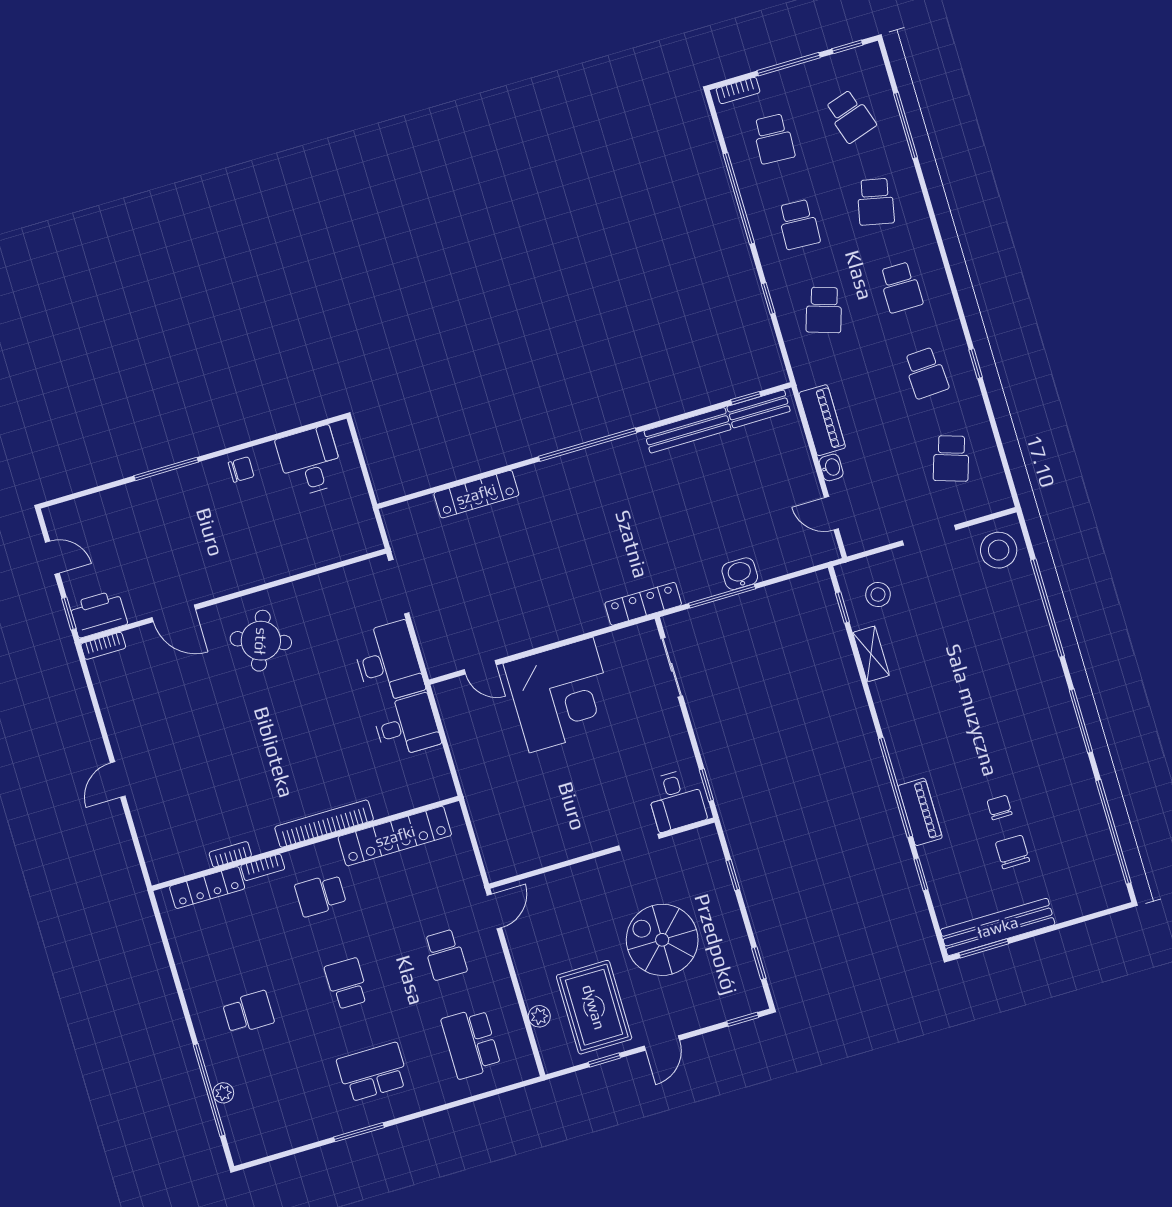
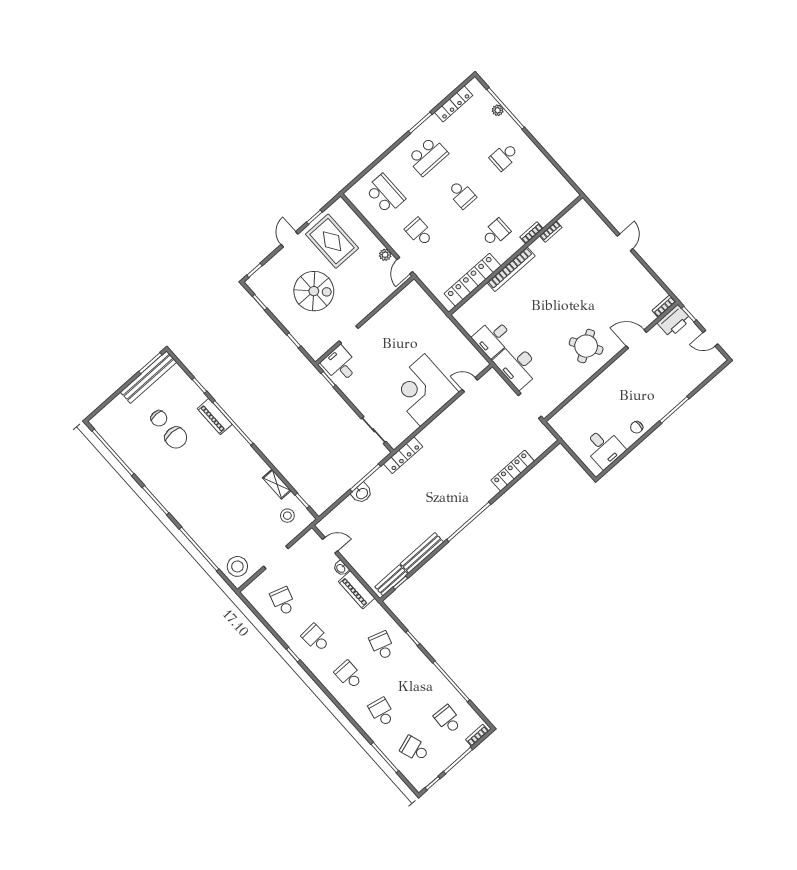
school desk: (799, 224) -> (415, 682), removed
round table: (261, 641) -> (586, 346), turned 38
chair: (1000, 807) -> (176, 438), width x1.87, depth x1.87
locker: (207, 888) -> (454, 104), moved, turned 180
plant: (539, 1016) -> (385, 255), moved

